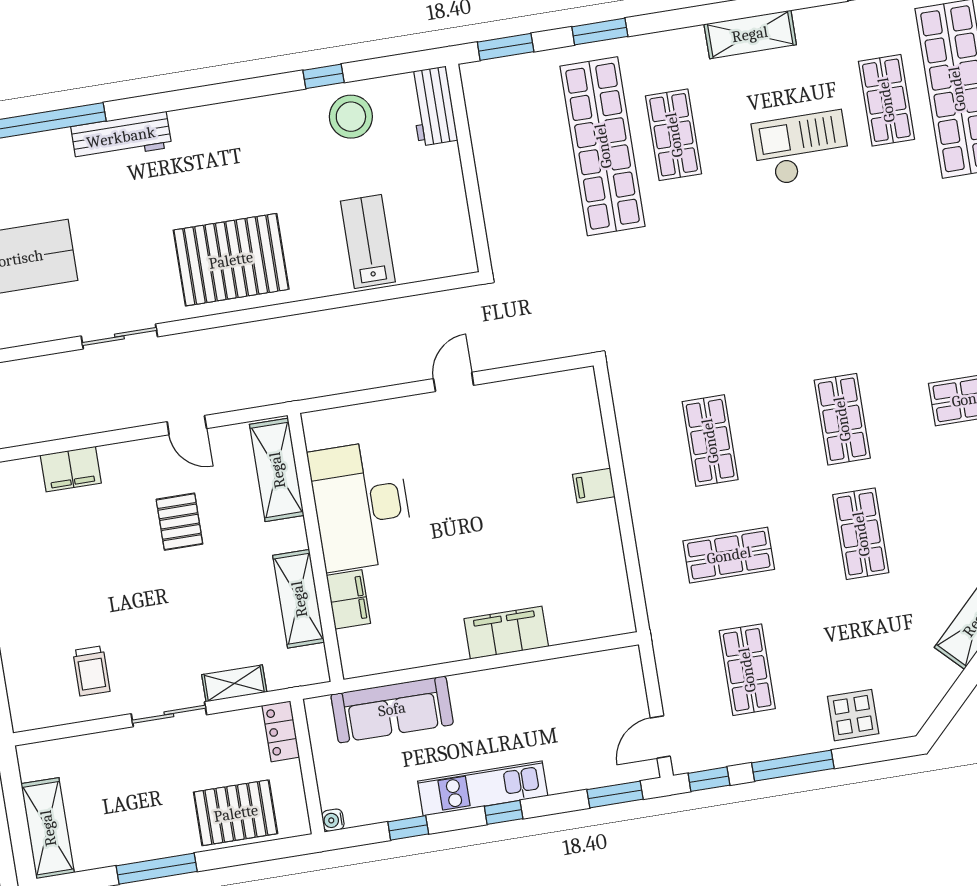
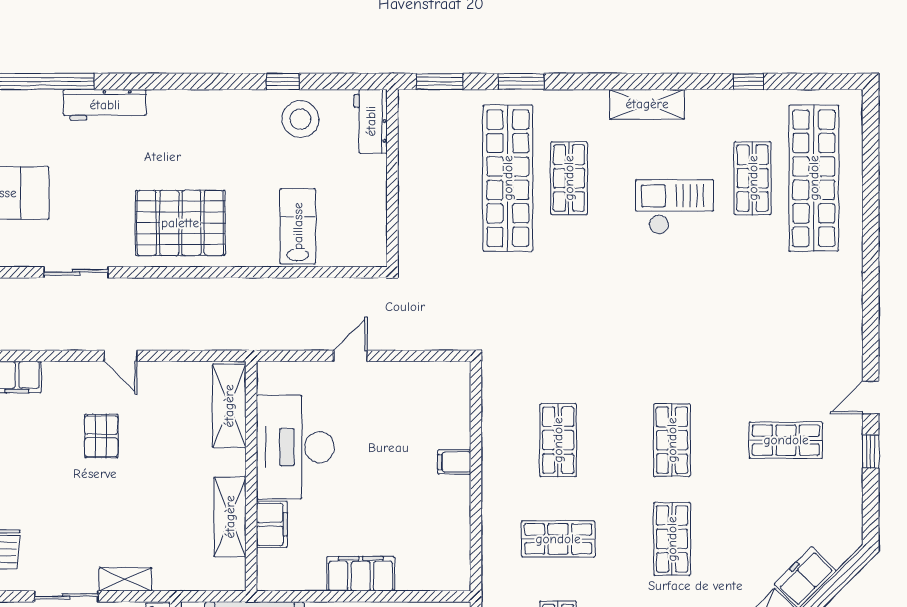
shelving: (277, 470) -> (229, 406), moved
desk: (361, 505) -> (295, 447), moved
wall: (315, 547) -> (251, 476), moved
shelving: (299, 599) -> (230, 517), moved
filing cabinet: (348, 599) -> (272, 524), moved

